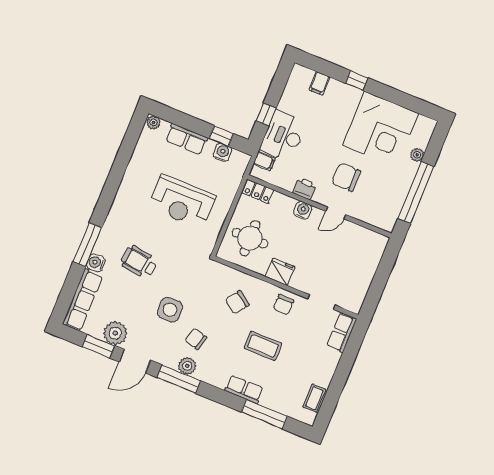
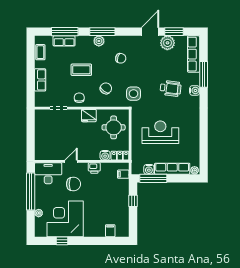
window: (356, 80) -> (62, 241), moved
window: (221, 136) -> (153, 178), width x2.17
desk: (283, 136) -> (48, 173), moved, turned -90
row of seats: (187, 139) -> (172, 169), width x1.48
water cooler: (303, 210) -> (105, 155), moved
window: (87, 245) -> (204, 74), moved
water cooler: (96, 263) -> (195, 90), moved
side table: (170, 310) -> (134, 94), moved
row of seats: (342, 332) -> (40, 80), moved
plant: (187, 366) -> (99, 41), moved
window: (179, 379) -> (102, 32), moved
row of seats: (244, 389) -> (64, 41), moved

